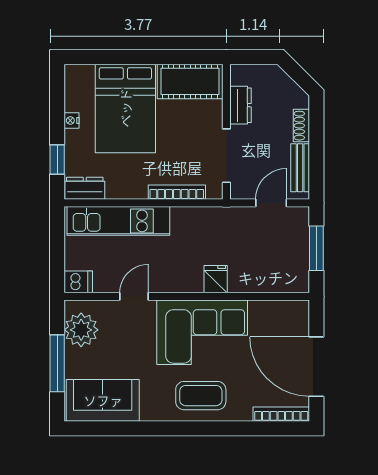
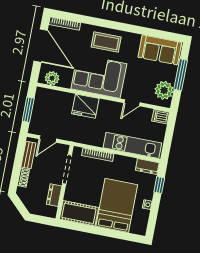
fridge: (216, 279) -> (85, 106), width x1.88, depth x1.34
plant: (285, 313) -> (52, 78), added

